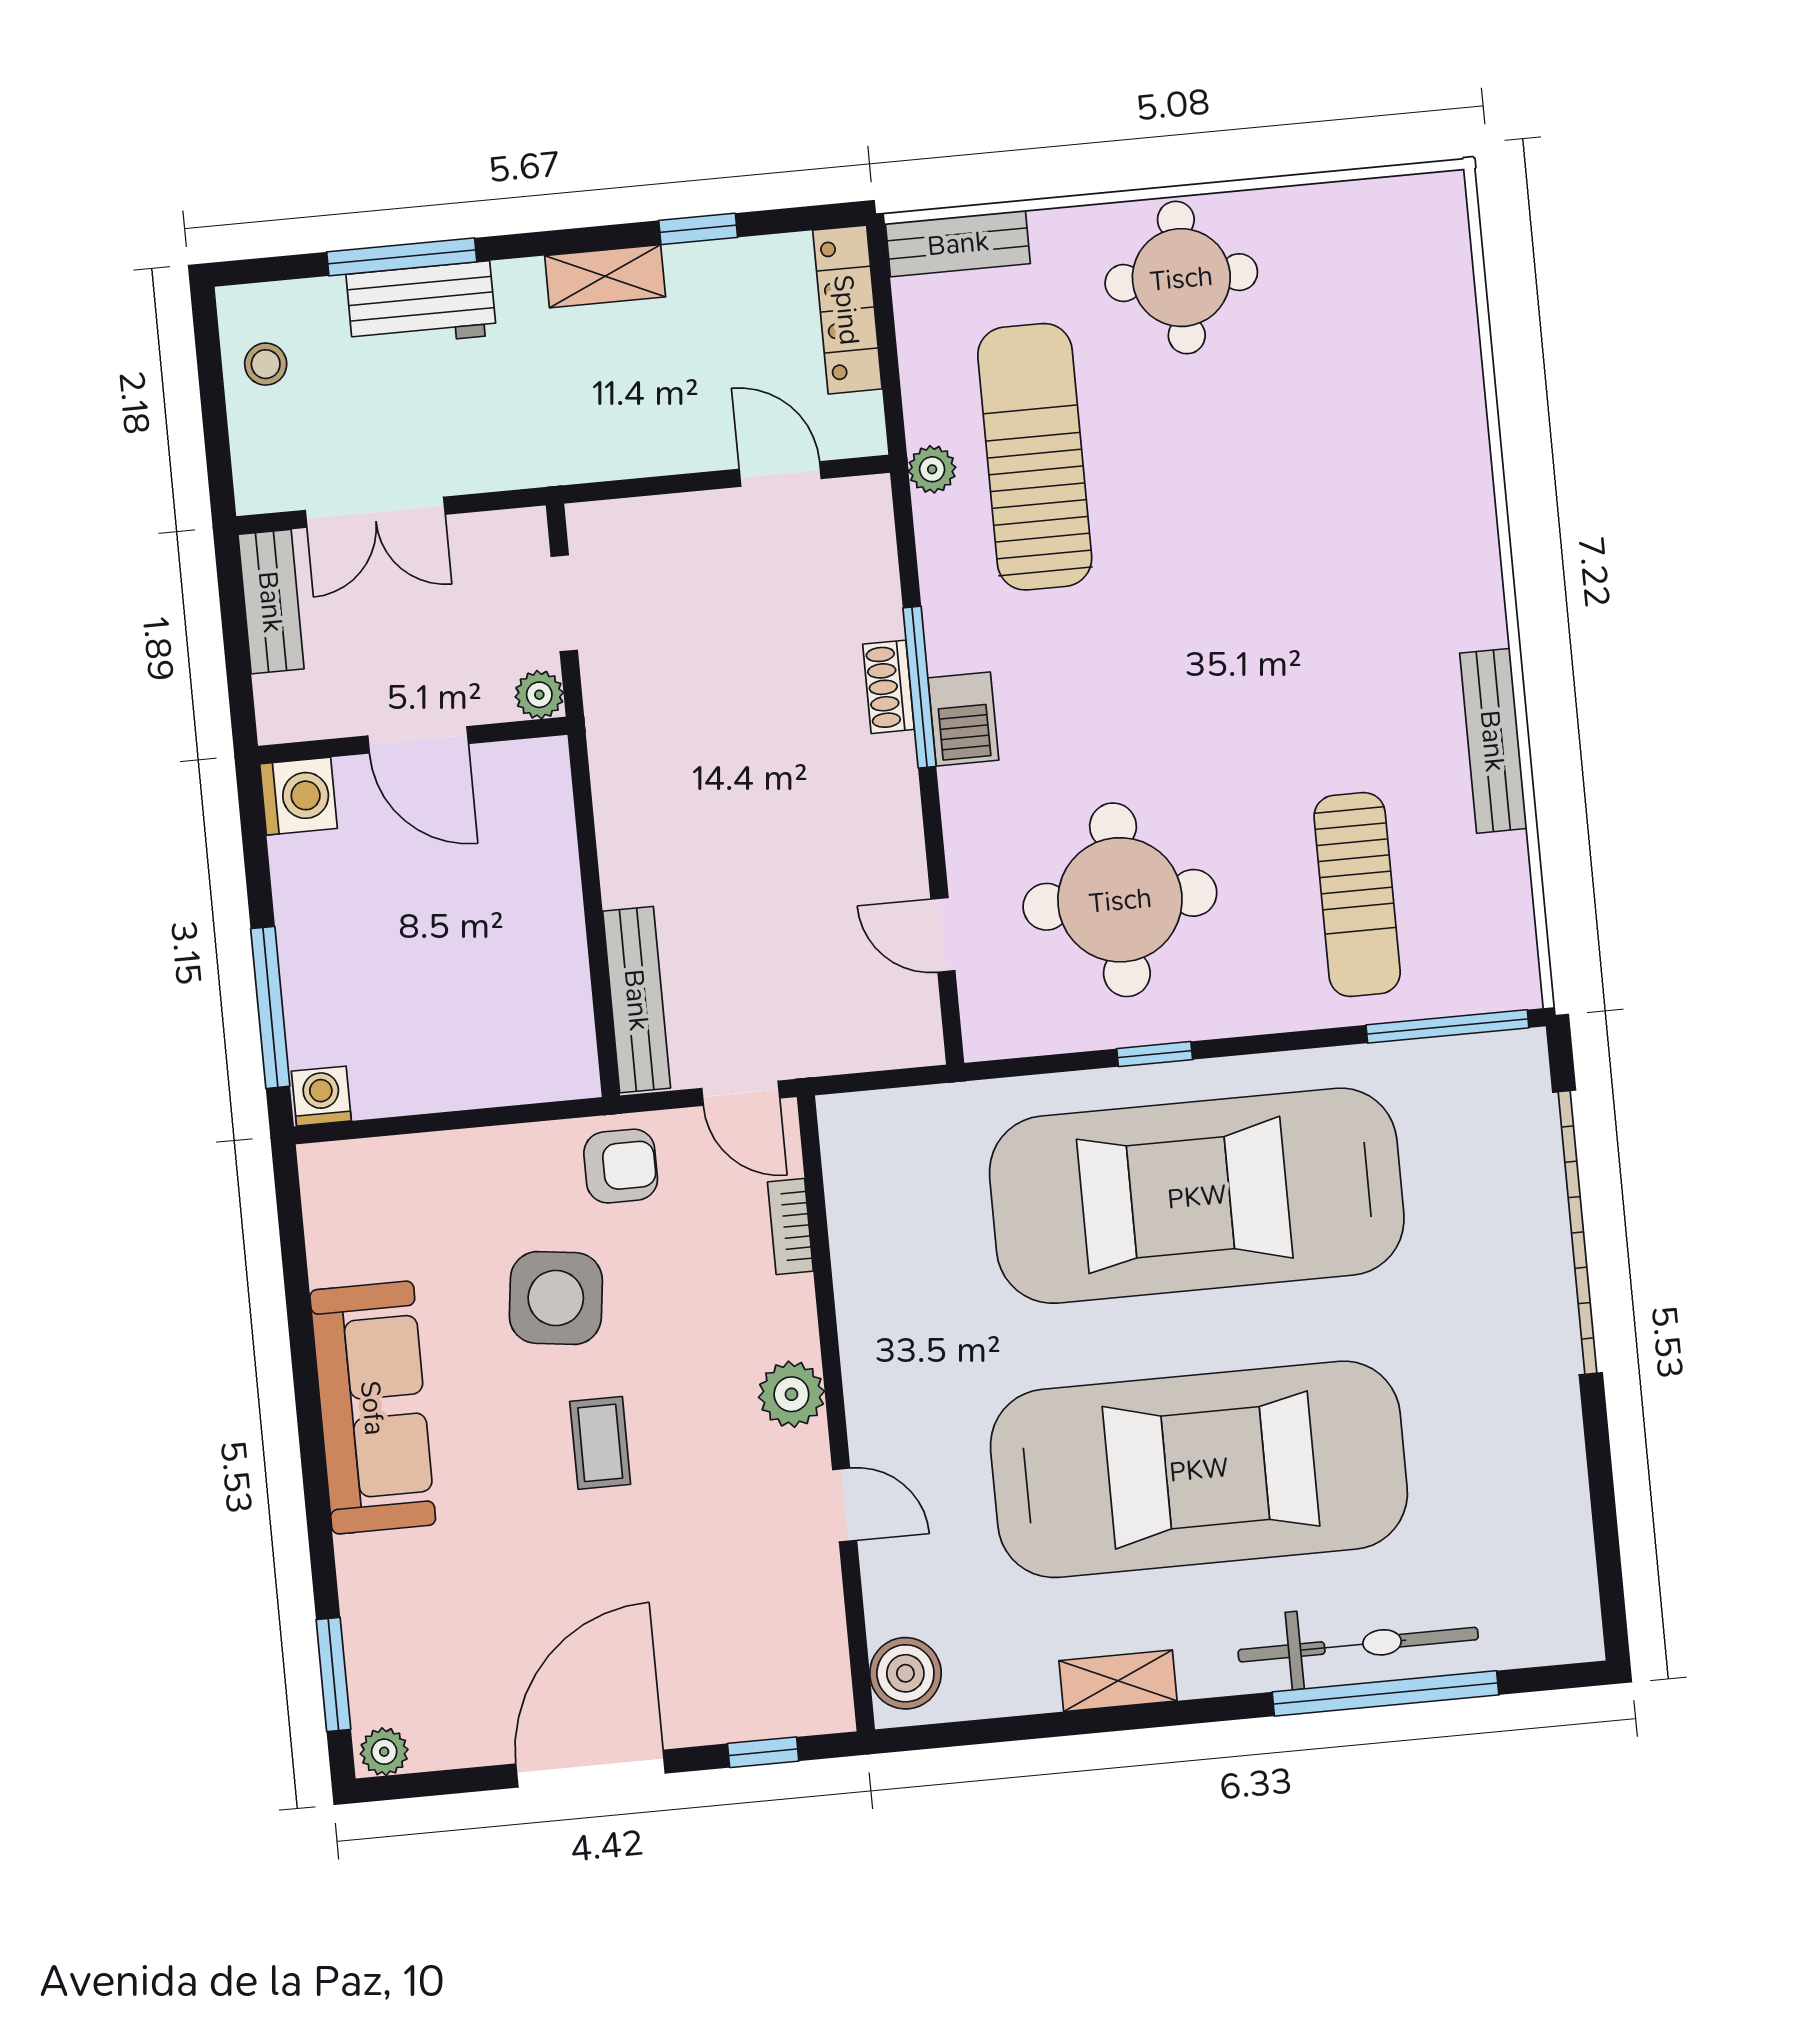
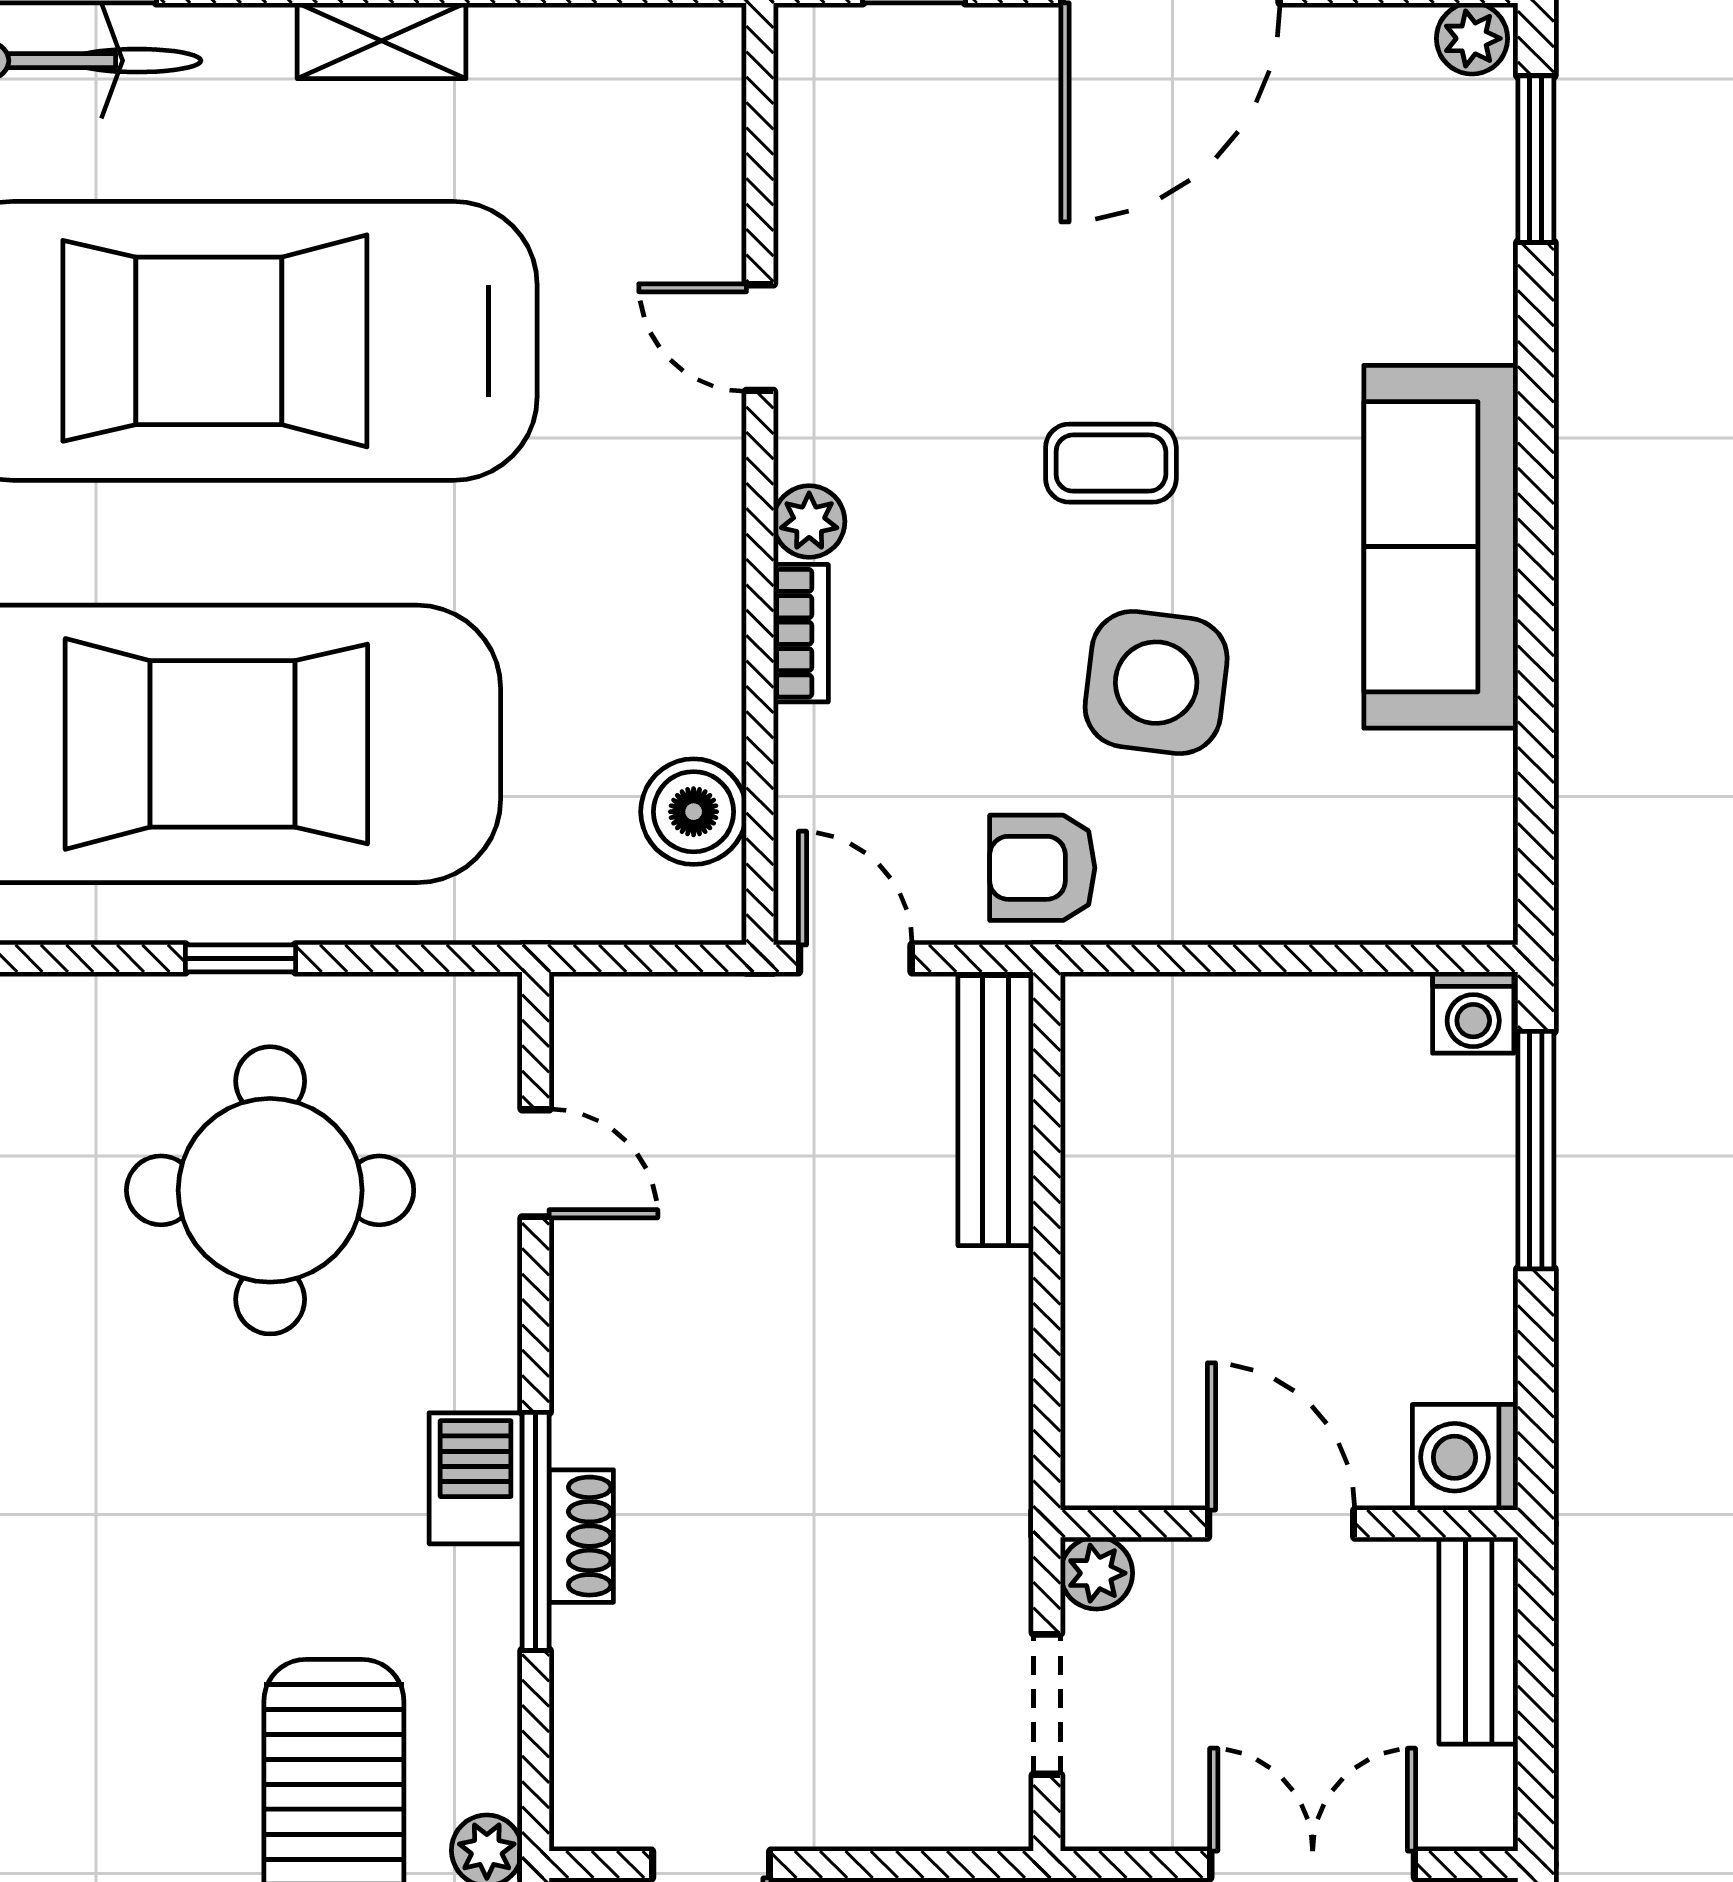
bench: (271, 602) -> (1478, 1641), moved
bookcase: (790, 1227) -> (801, 633), moved
plant: (791, 1394) -> (809, 521), width x0.73, depth x0.73
coffee table: (600, 1443) -> (1111, 463), turned 90
boiler: (905, 1673) -> (694, 812), moved

